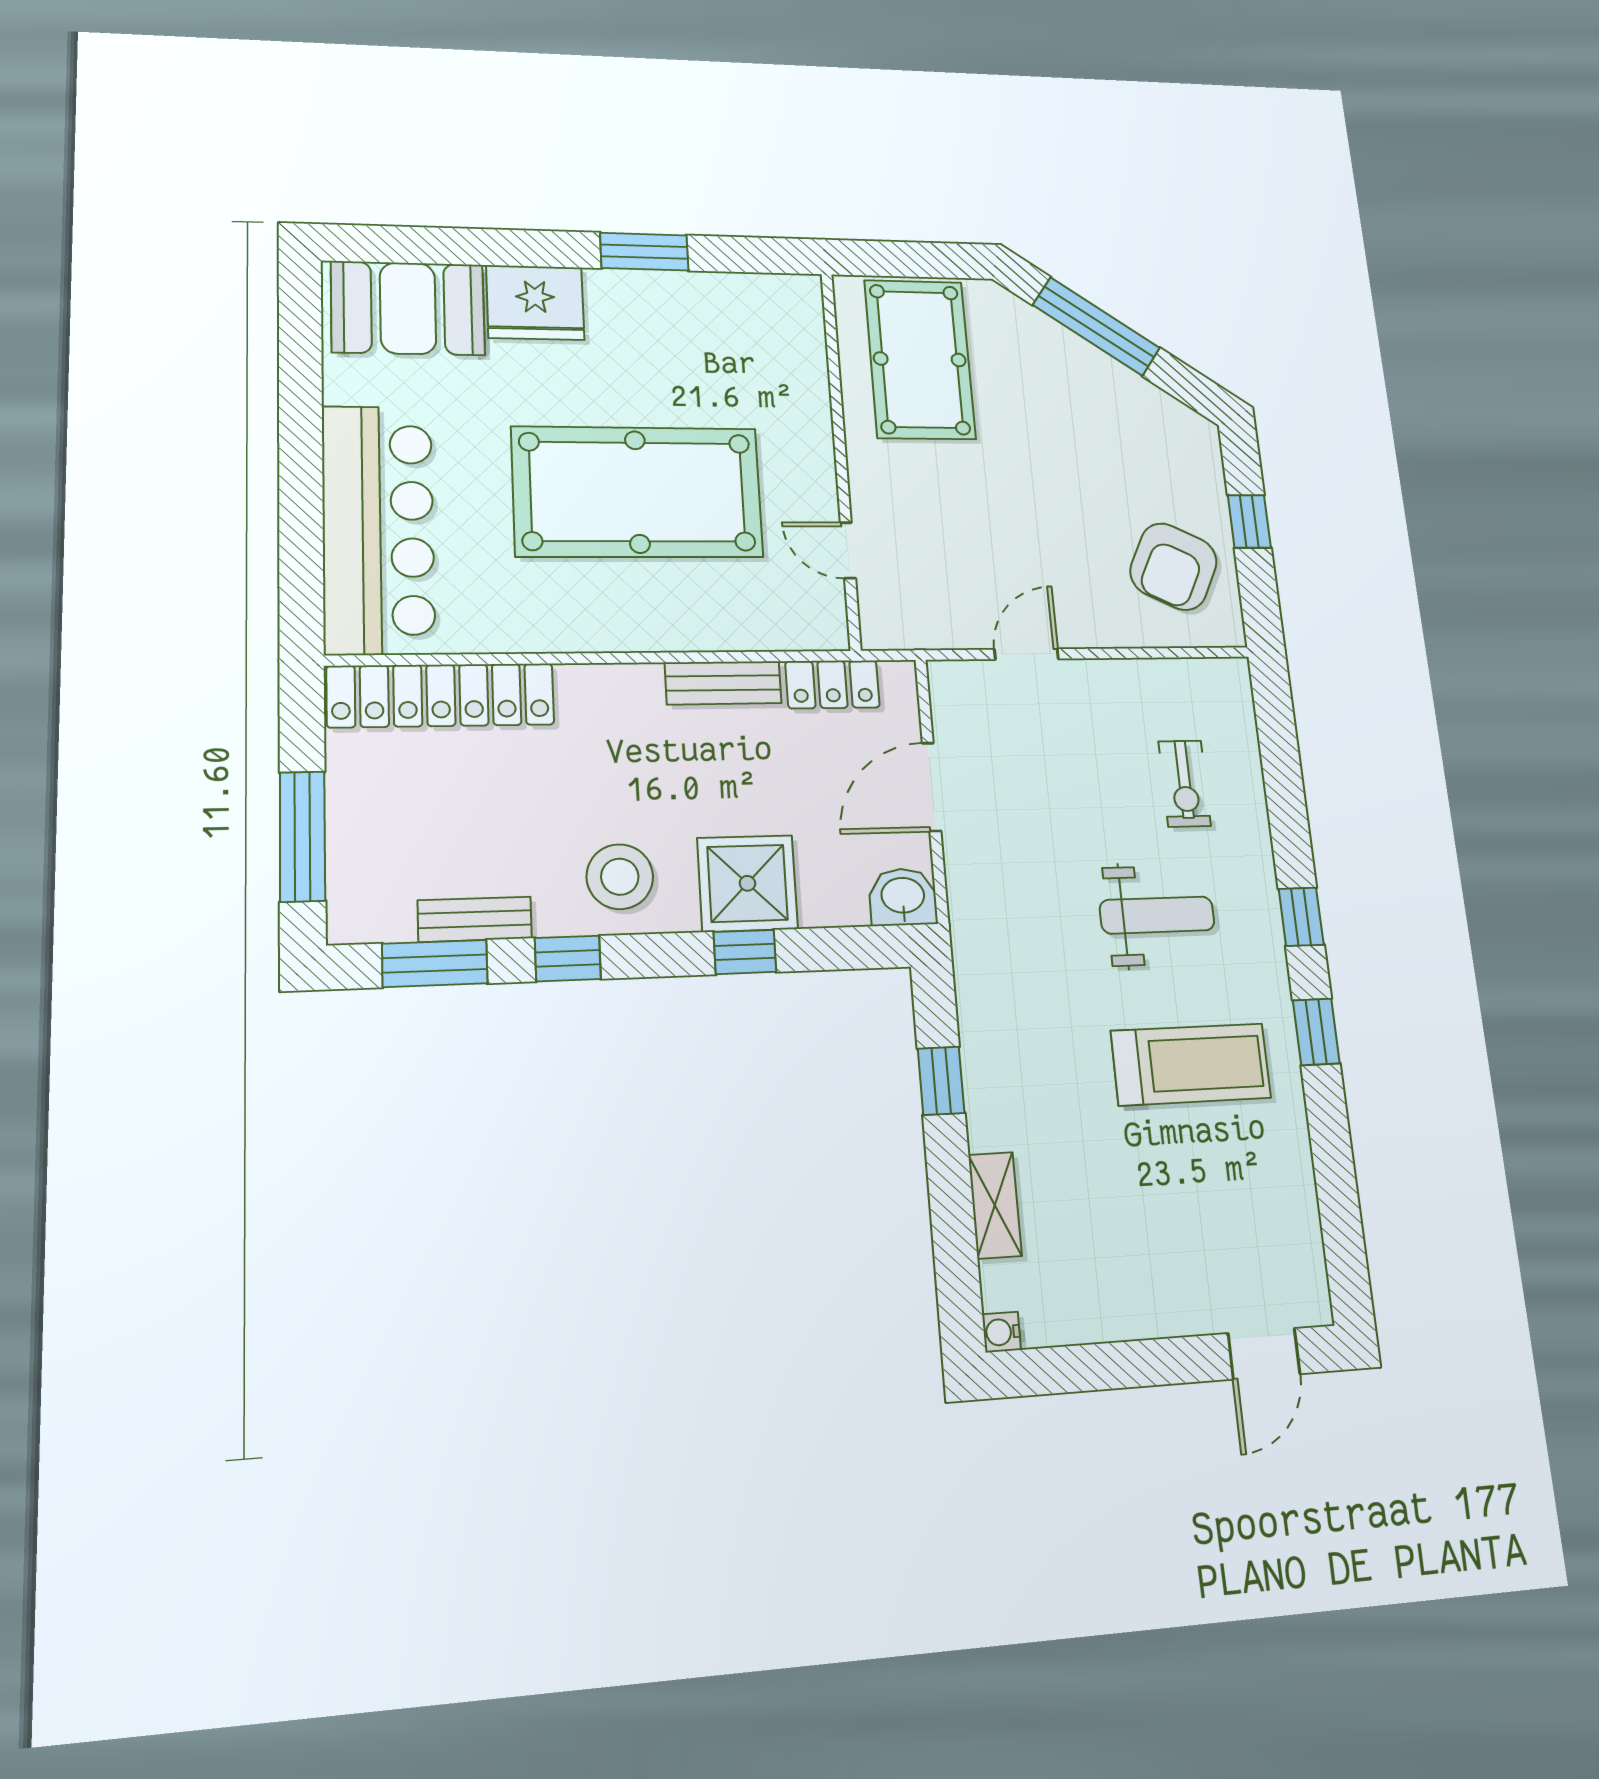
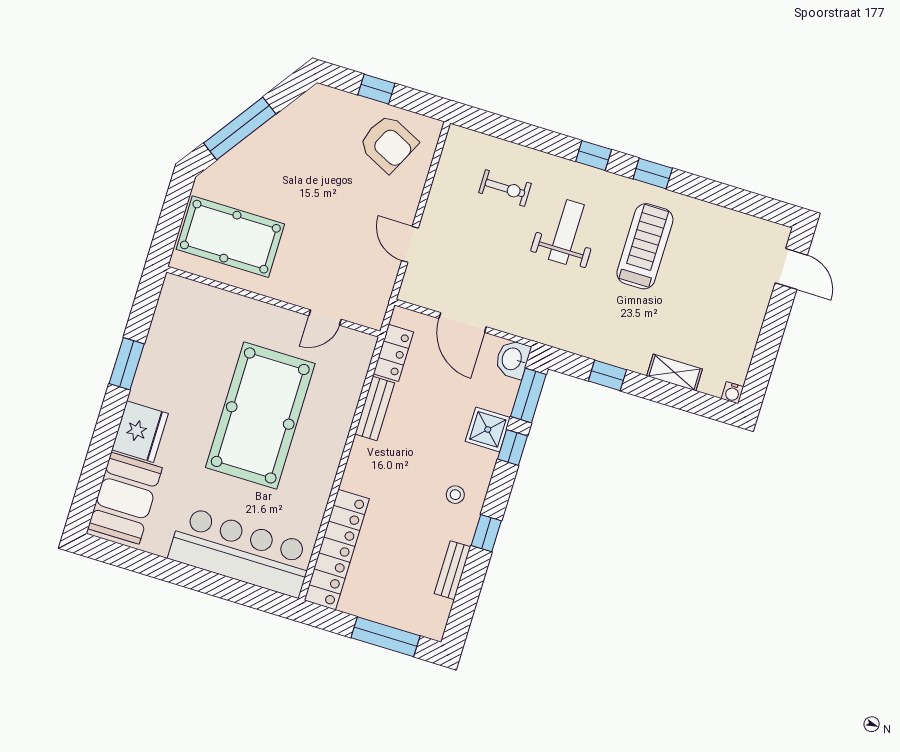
stool: (620, 877) -> (455, 495), width x0.53, depth x0.53
shower: (747, 883) -> (488, 429), width x0.73, depth x0.73
window: (435, 963) -> (528, 395), moved

